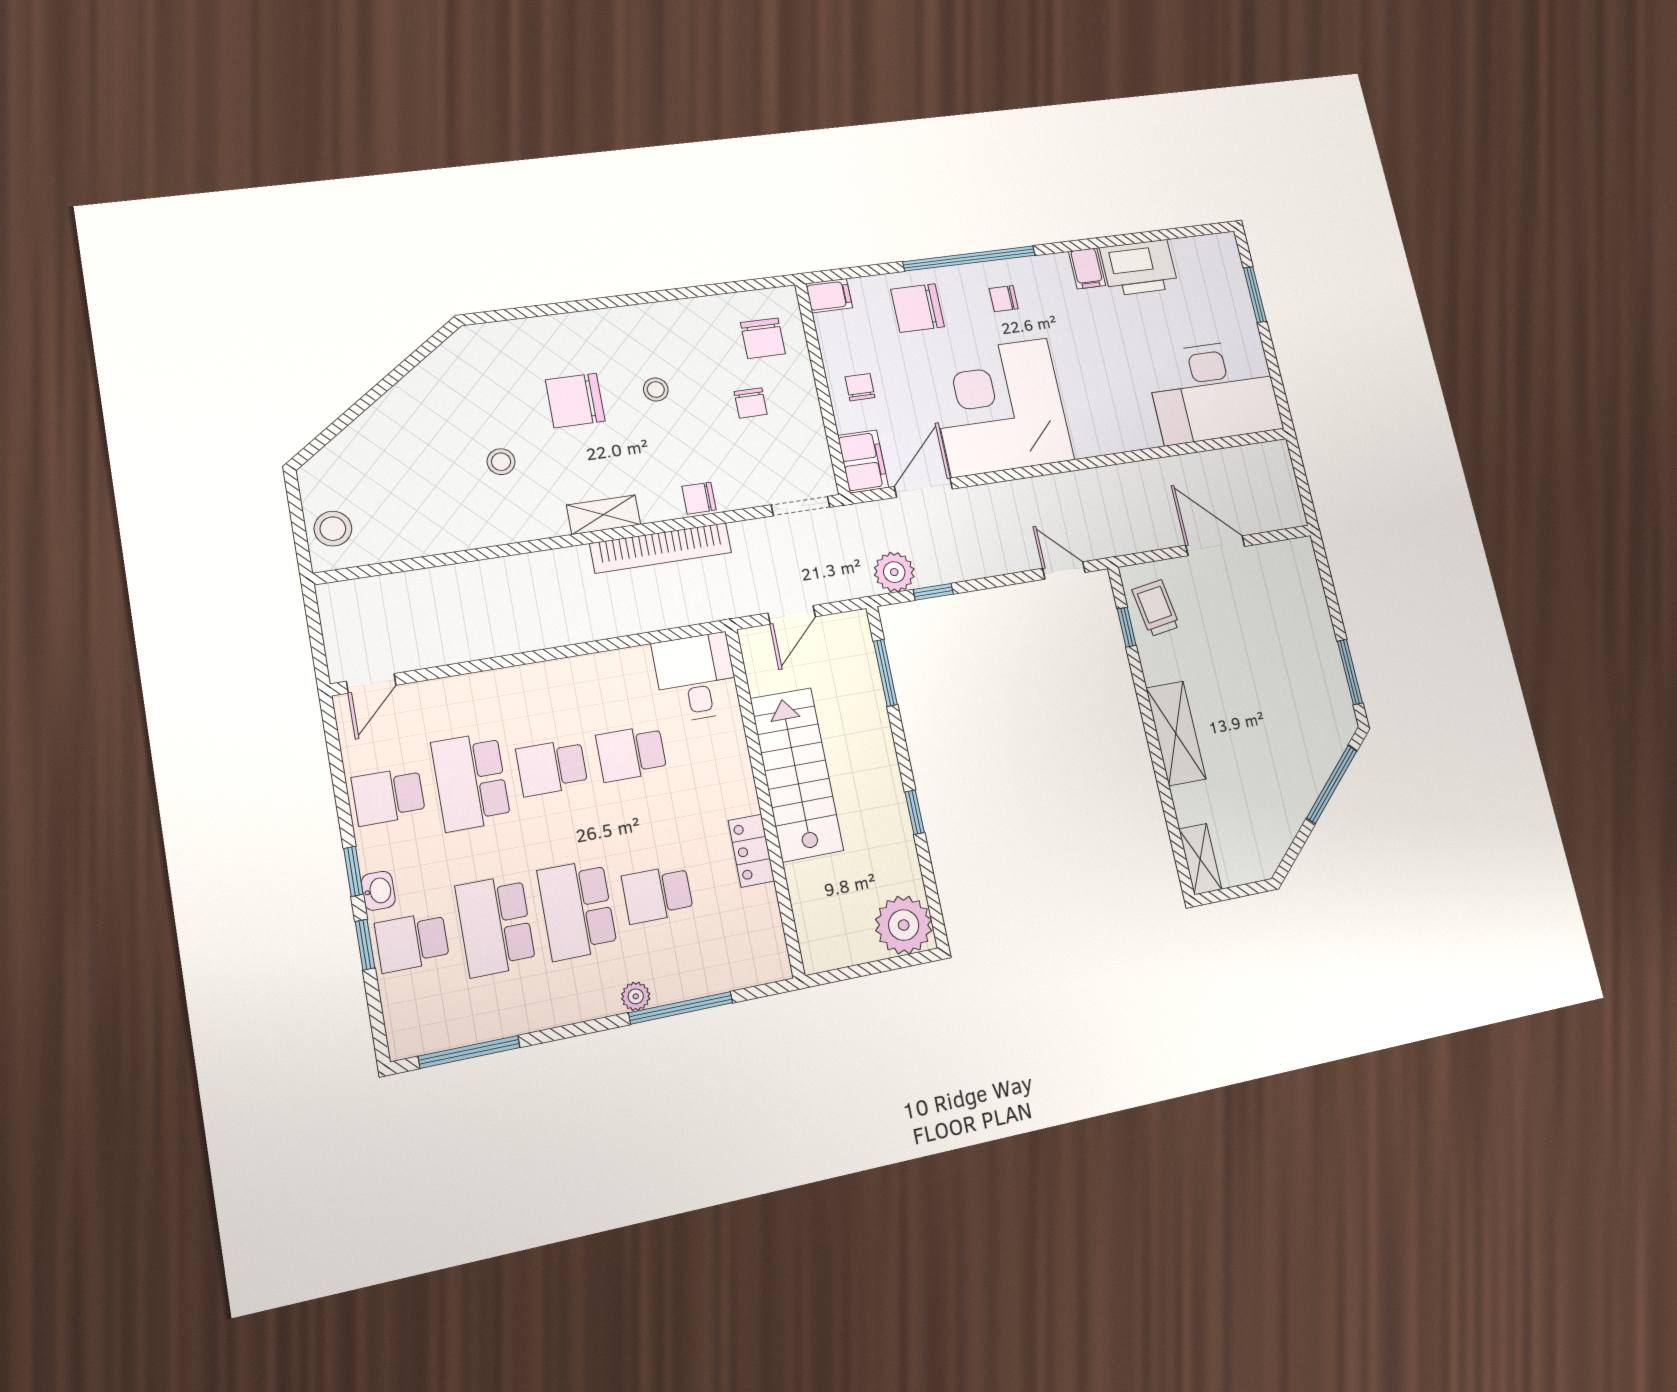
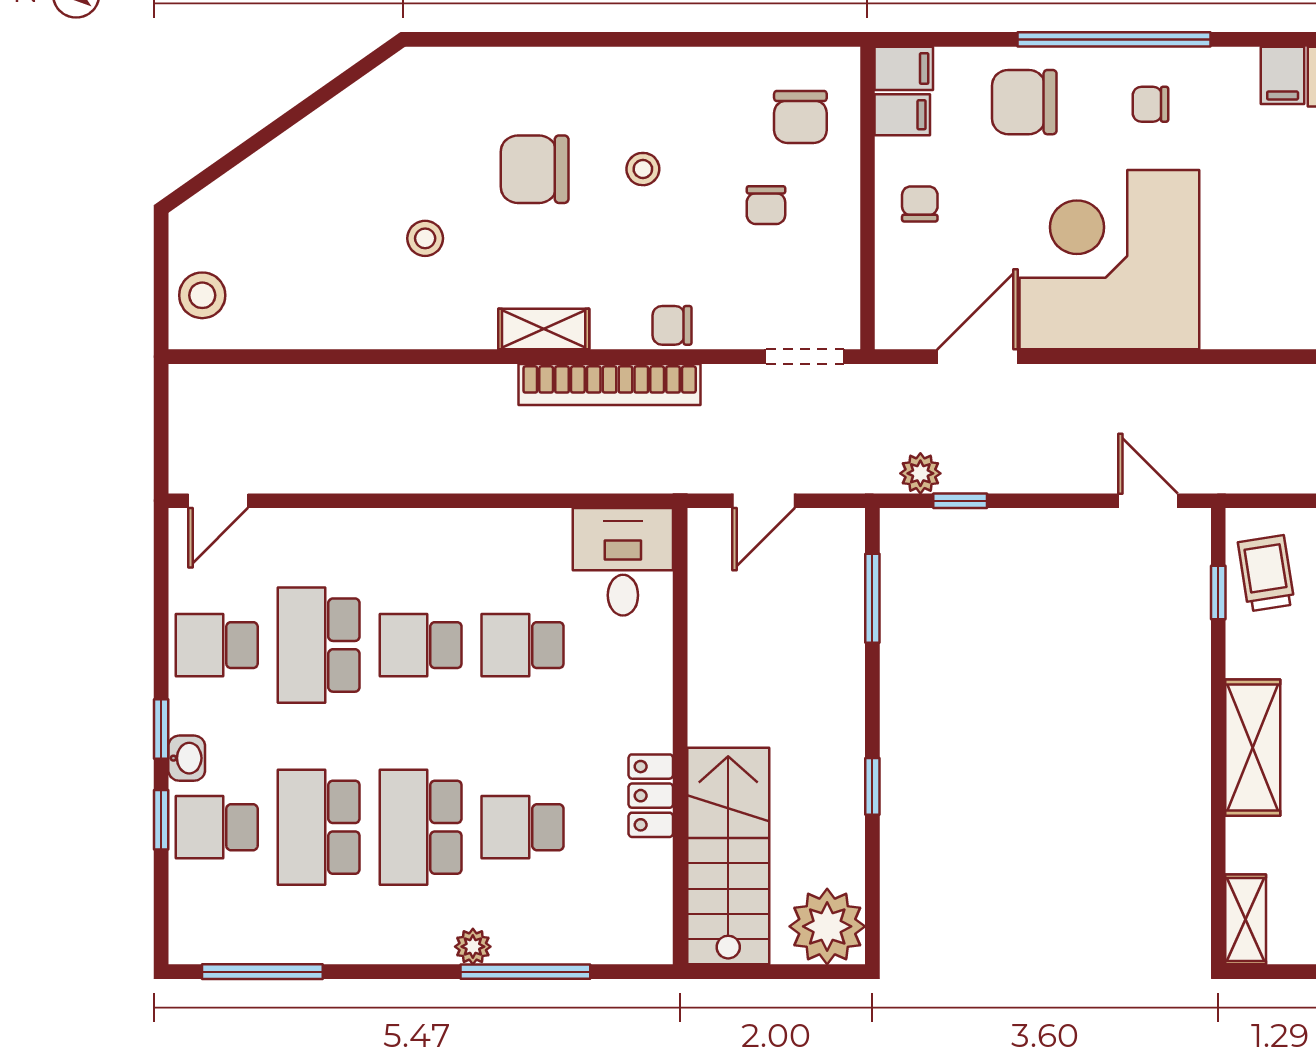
filing cabinet: (863, 461) -> (902, 115), moved, width x0.50
plant: (894, 572) -> (920, 473), width x0.73, depth x0.73
stairs: (797, 774) -> (728, 856), moved

